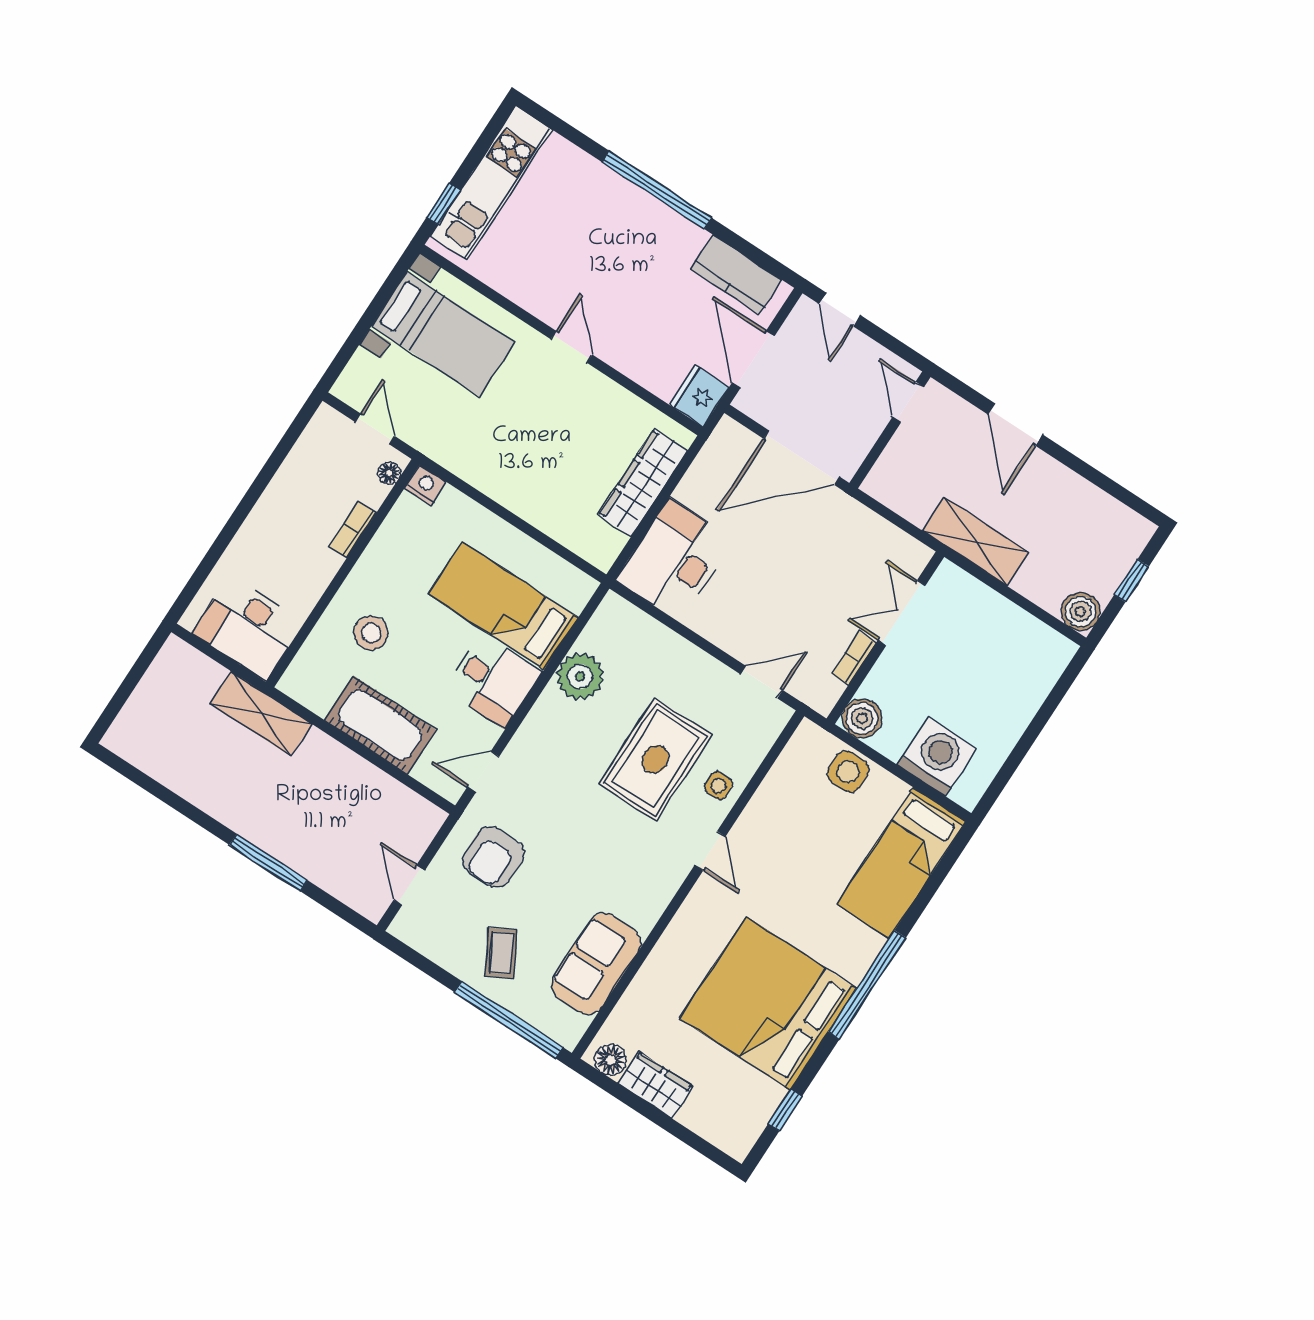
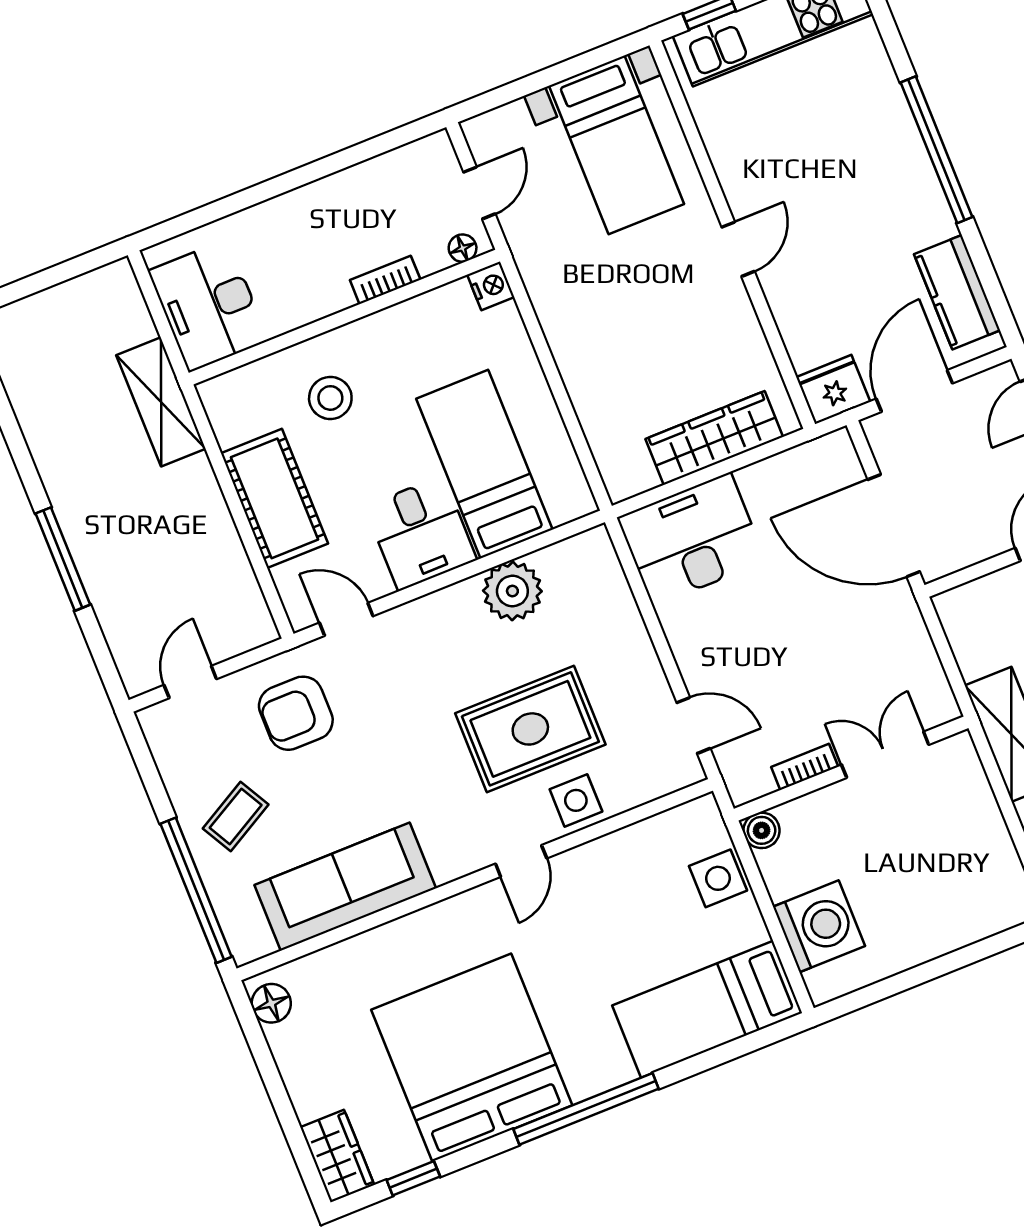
boiler: (862, 718) -> (762, 830), width x0.73, depth x0.73
side table: (718, 786) -> (576, 800), width x1.37, depth x1.37
sofa: (596, 964) -> (345, 887), width x1.36
wardrobe: (655, 1085) -> (337, 1156), moved

